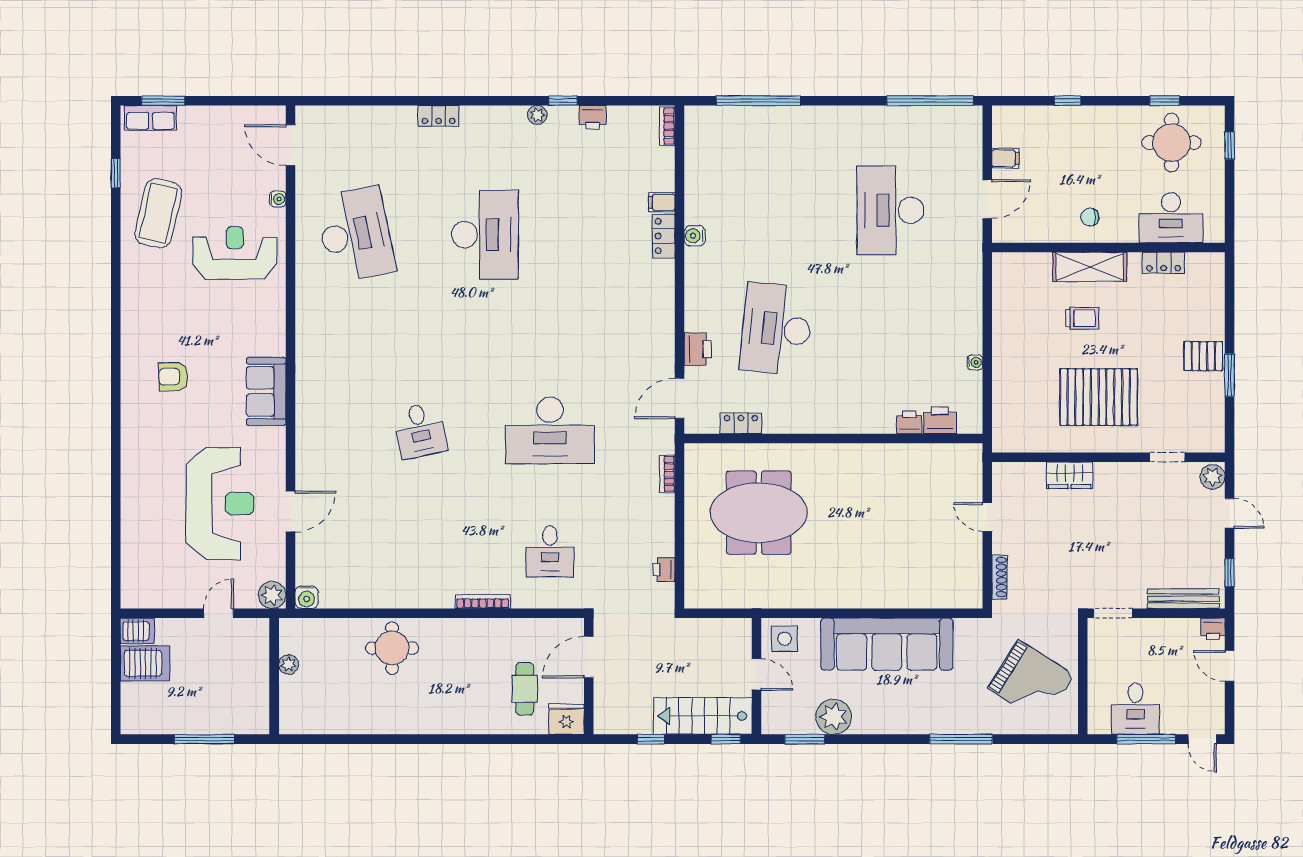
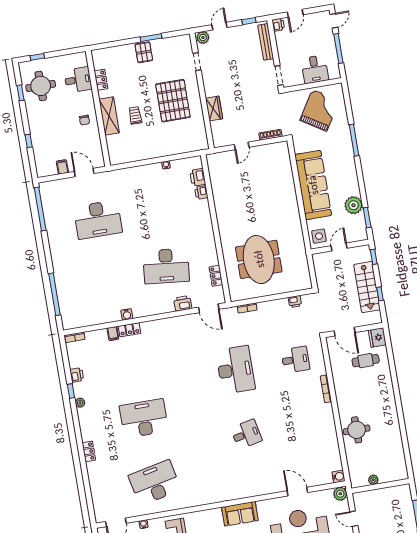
desk: (1171, 218) -> (78, 80), width x0.73
desk: (1136, 709) -> (315, 69), moved, turned 90
stairs: (703, 716) -> (367, 287), moved

